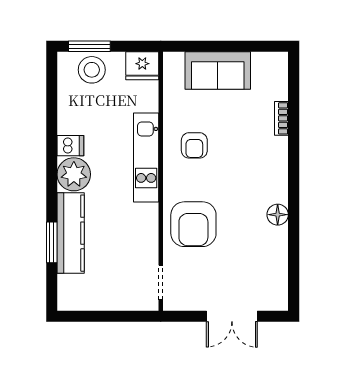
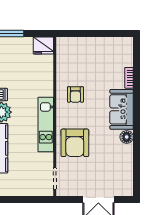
stool: (92, 70) -> (12, 48), removed
sofa: (218, 71) -> (122, 109), moved, turned 90
kitchen unit: (146, 157) -> (46, 124), moved

